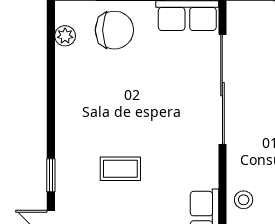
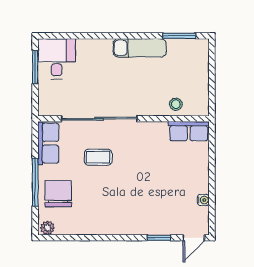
plant: (65, 36) -> (47, 228), moved
coffee table: (120, 169) -> (98, 157), moved, turned 90

